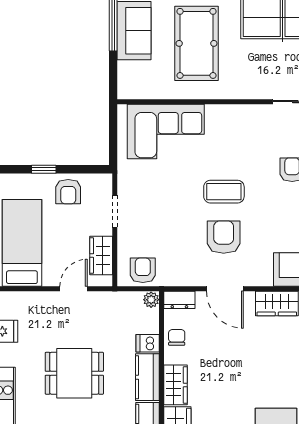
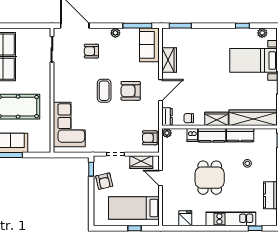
window: (44, 169) -> (91, 169), moved
armchair: (68, 192) -> (104, 181), turned 77

